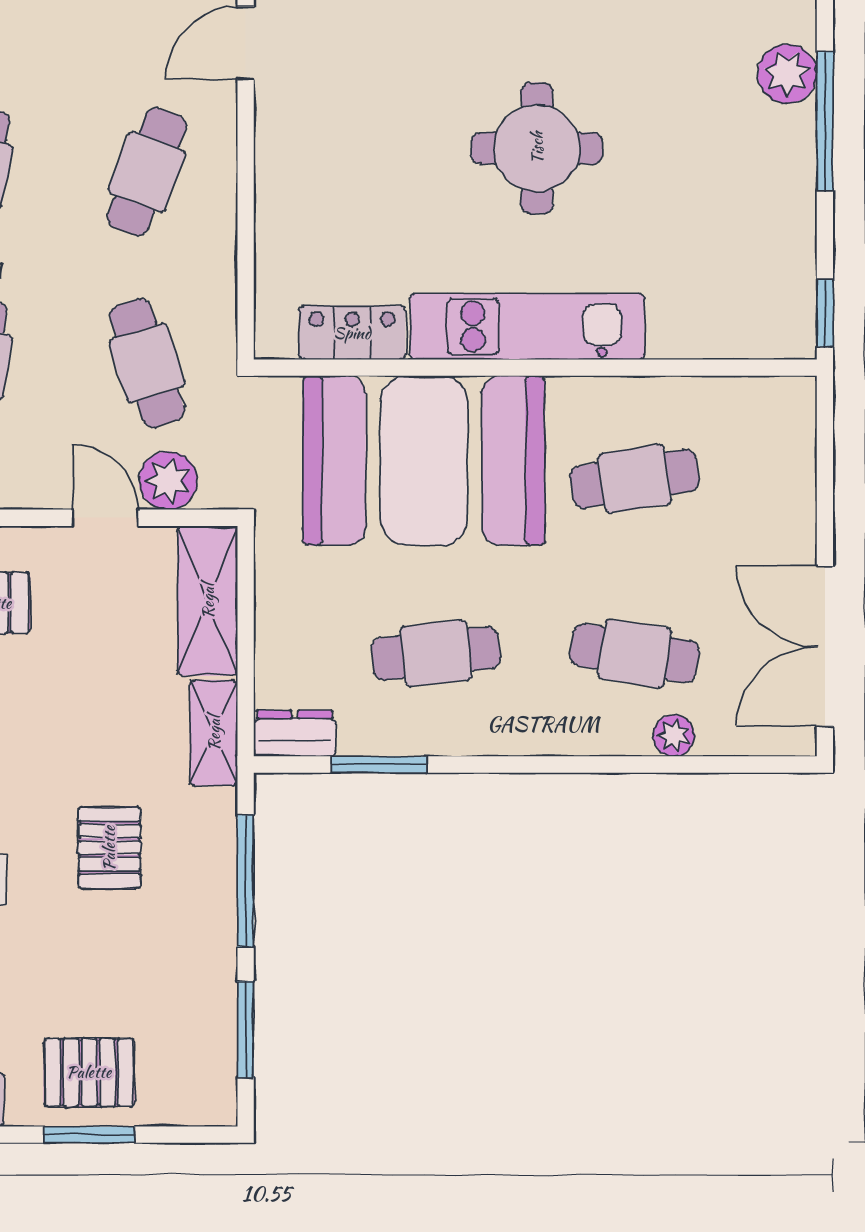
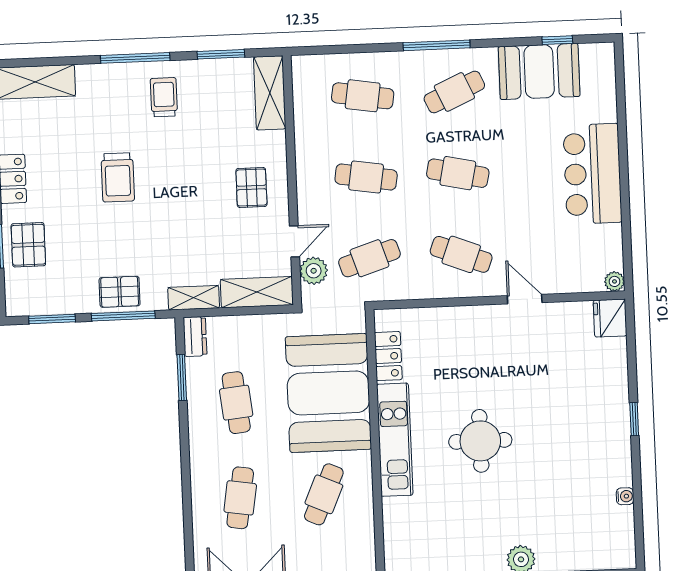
cafe table: (635, 479) -> (324, 494), turned 33
plant: (674, 736) -> (201, 518), removed
pallet: (109, 848) -> (120, 292), moved

